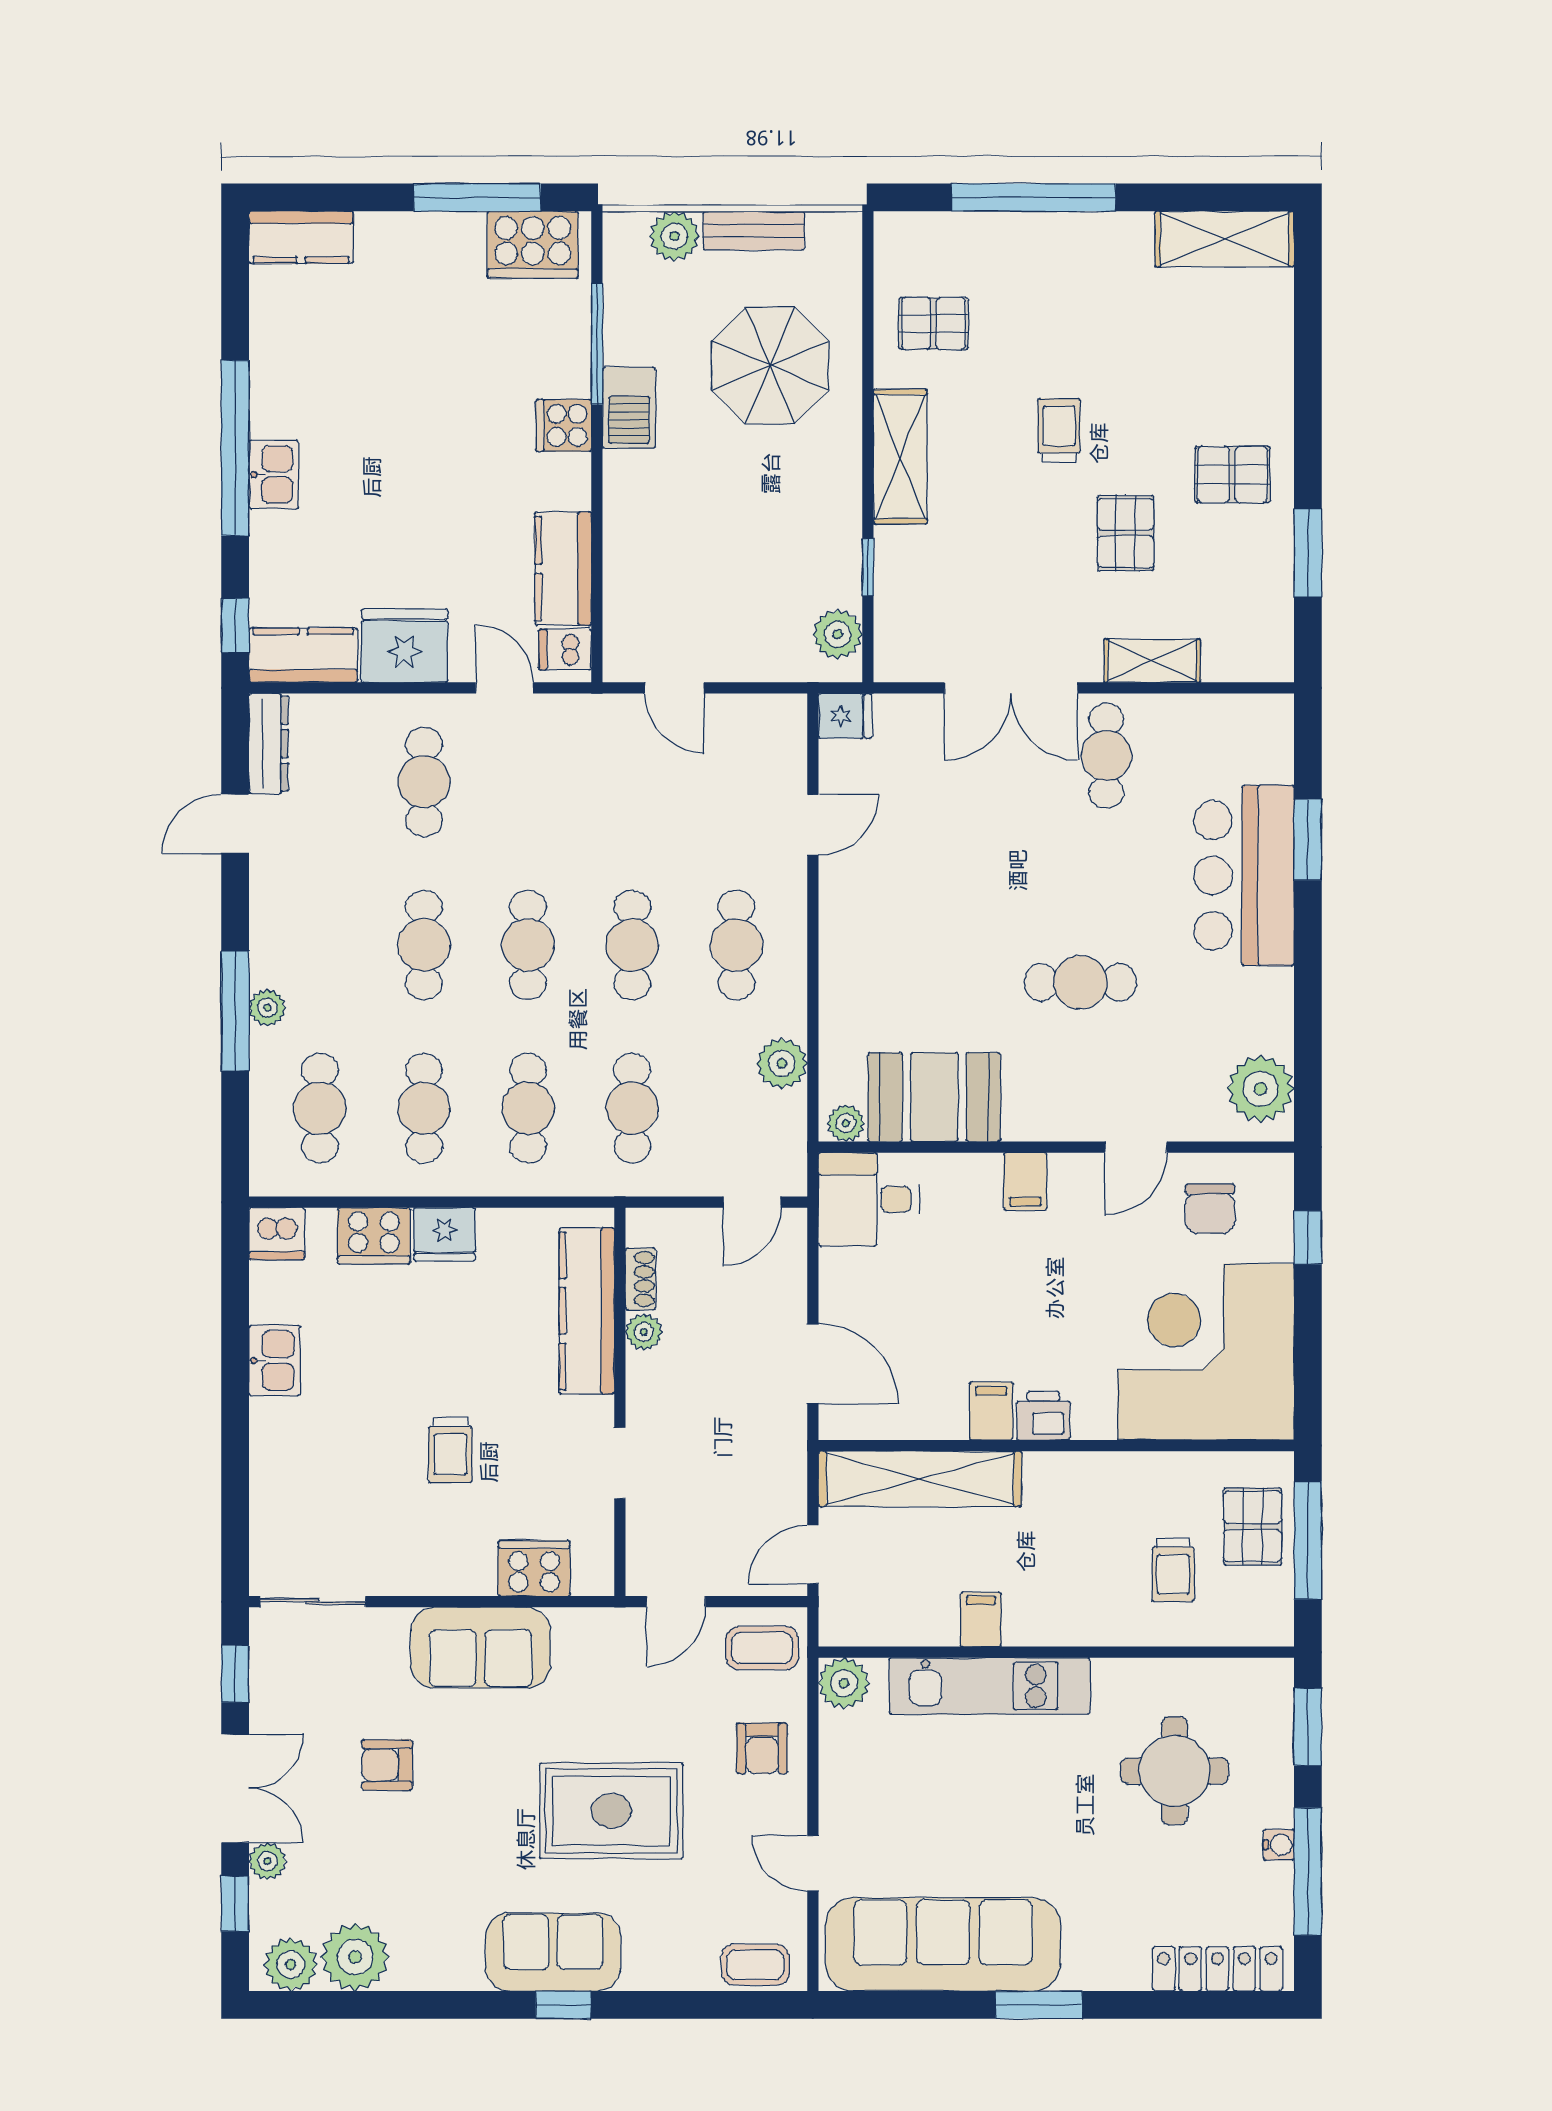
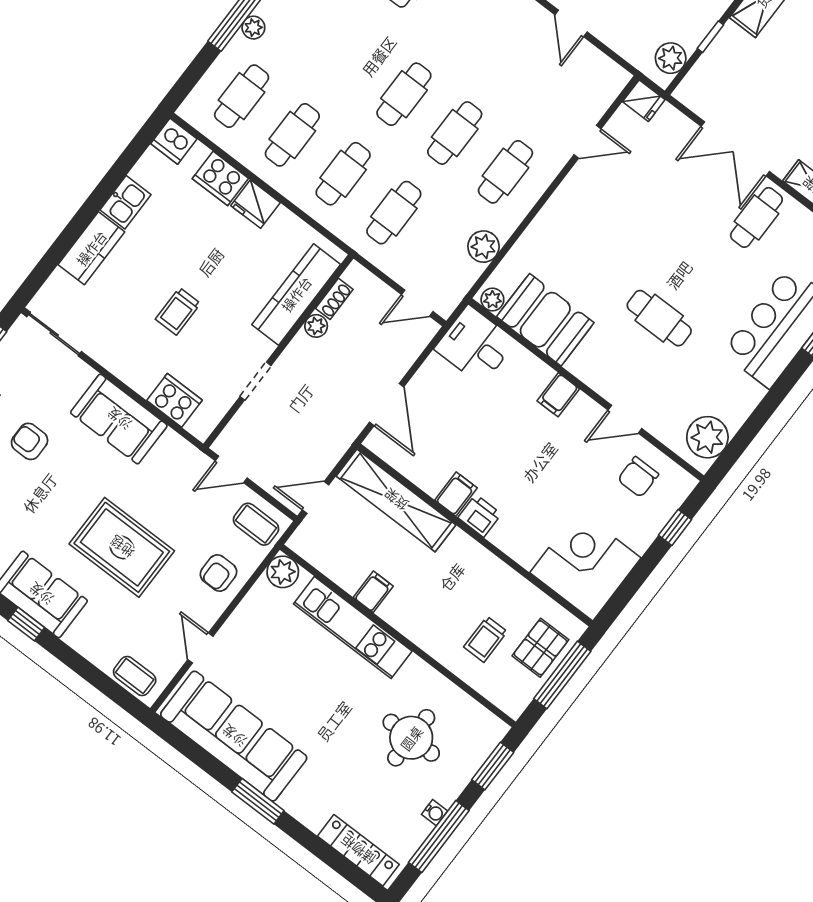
cafe table: (424, 945) -> (353, 55), removed
corner desk: (1206, 1352) -> (585, 565), width x0.74, depth x0.74
kitchen counter: (276, 1454) -> (91, 248), added

